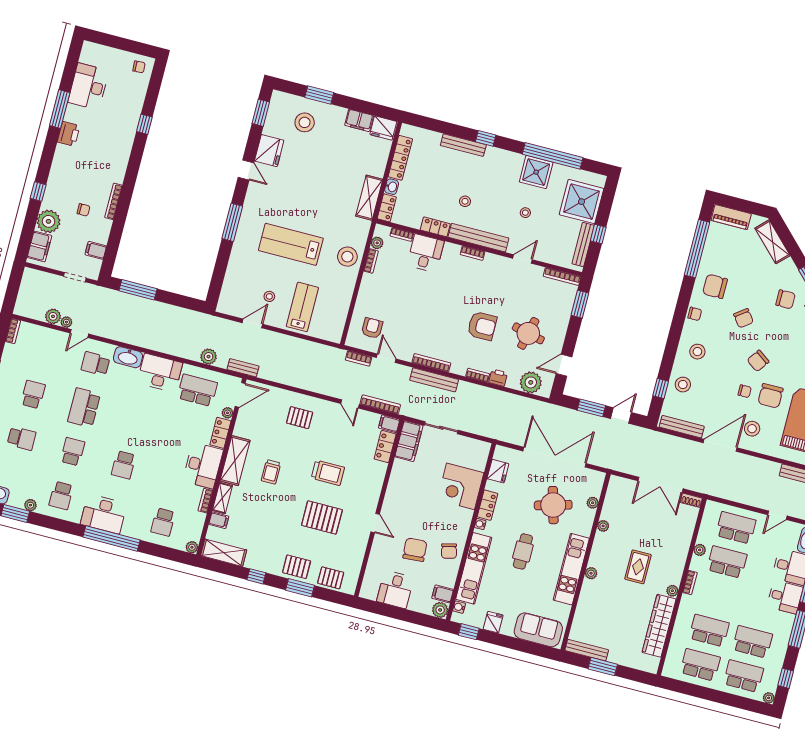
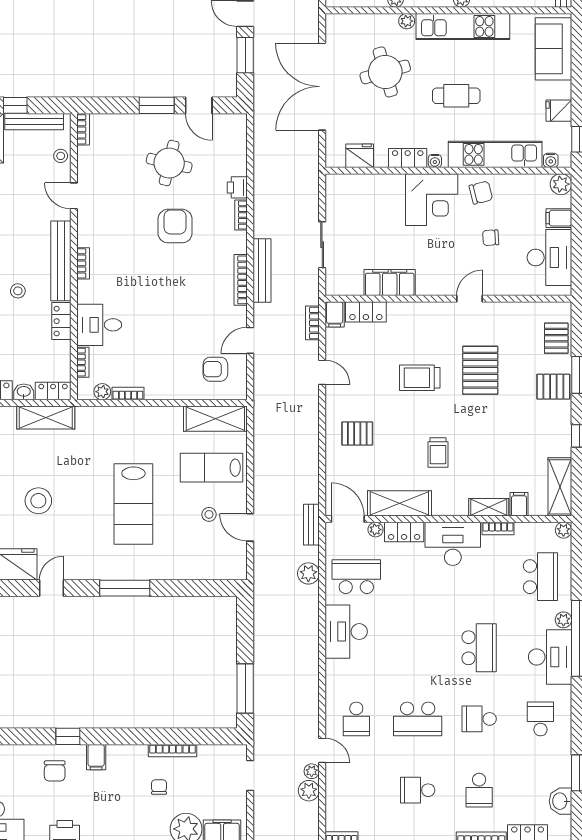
window: (144, 124) -> (68, 736), moved
chair: (114, 138) -> (55, 771), added
bookcase: (113, 201) -> (173, 751), moved
stool: (525, 213) -> (61, 156), moved
filing cabinet: (96, 250) -> (96, 757), moved
stool: (347, 257) -> (38, 501), moved
bookcase: (562, 276) -> (83, 129), width x0.64
window: (580, 304) -> (157, 105), moved
shelving: (337, 319) -> (215, 419), added
washbasin: (128, 357) -> (337, 679), removed
bookcase: (359, 358) -> (260, 377), removed
plant: (531, 382) -> (232, 143), removed
school desk: (197, 390) -> (356, 577), turned 90
door: (350, 404) -> (322, 372), hinge flipped
bookcase: (380, 404) -> (312, 323), width x0.64
pallet: (300, 418) -> (357, 434), turned 90
school desk: (22, 438) -> (479, 790), turned 180
filing cabinet: (409, 441) -> (390, 283), moved
shelving: (235, 461) -> (399, 503), moved
school desk: (124, 465) -> (479, 648), width x1.85
trolley: (271, 472) -> (438, 452), turned 90
trolley: (328, 473) -> (420, 378), turned -90
corner desk: (461, 486) -> (432, 200), moved
school desk: (61, 496) -> (540, 719), turned -90
plant: (593, 503) -> (407, 21), moved
plant: (30, 505) -> (563, 620), moved
school desk: (163, 522) -> (540, 577), width x1.85
chair: (415, 550) -> (491, 238), width x0.54, depth x0.54
pallet: (297, 567) -> (553, 387), turned 90
desk: (395, 589) -> (549, 258), width x1.37
filing cabinet: (443, 594) -> (559, 218), moved, turned 90

